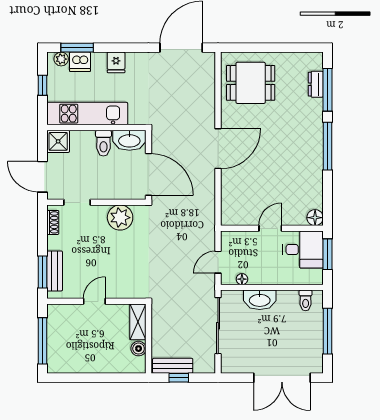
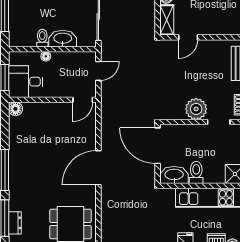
plant: (120, 218) -> (196, 109), moved
door: (270, 228) -> (83, 100), moved
floor lamp: (242, 279) -> (46, 56), moved
toilet: (306, 300) -> (42, 38), moved
door: (94, 301) -> (188, 37), moved

